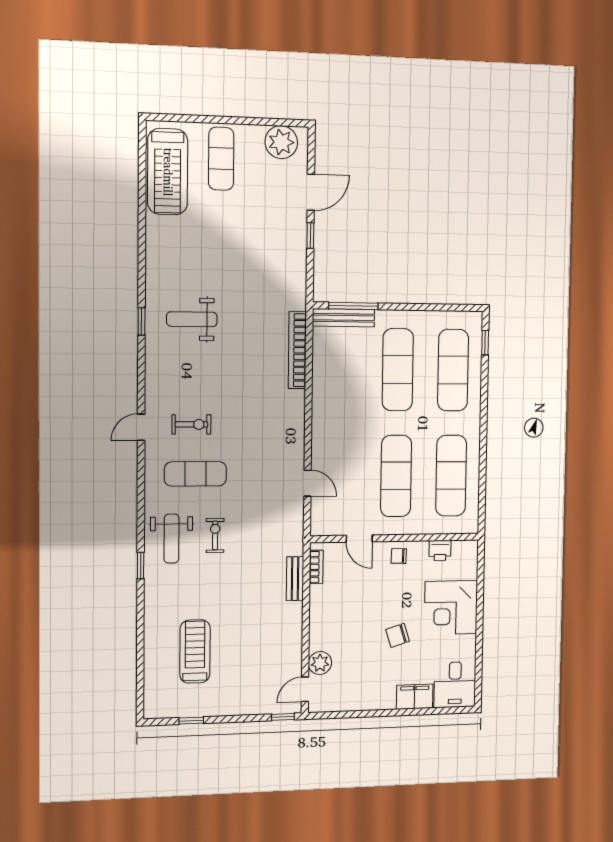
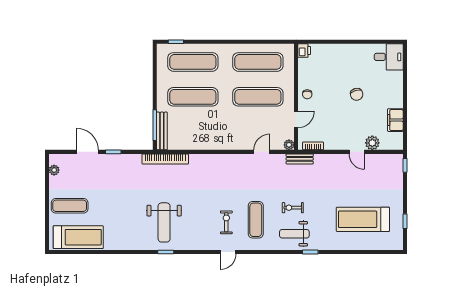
plant: (281, 142) -> (54, 170), width x0.53, depth x0.53
weight bench: (192, 319) -> (164, 222), width x1.36, depth x1.33
bookcase: (297, 350) -> (165, 159), moved
door: (141, 427) -> (228, 252), hinge flipped
plant: (318, 528) -> (289, 145), added
weight bench: (171, 539) -> (294, 234), turned 180
printer: (440, 550) -> (304, 51), moved
bench: (295, 579) -> (300, 159), moved
corner desk: (451, 608) -> (340, 60), removed
treadmill: (195, 651) -> (363, 219), width x1.37, depth x1.38
door: (305, 689) -> (357, 152), moved
filing cabinet: (415, 697) -> (395, 120), moved

